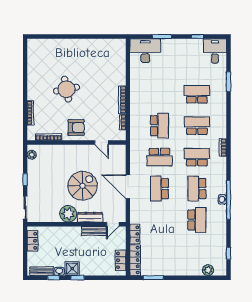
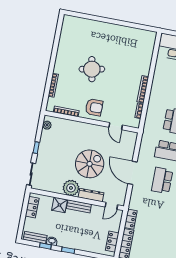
bench: (94, 231) -> (79, 206), moved
shower: (72, 269) -> (59, 205), moved

